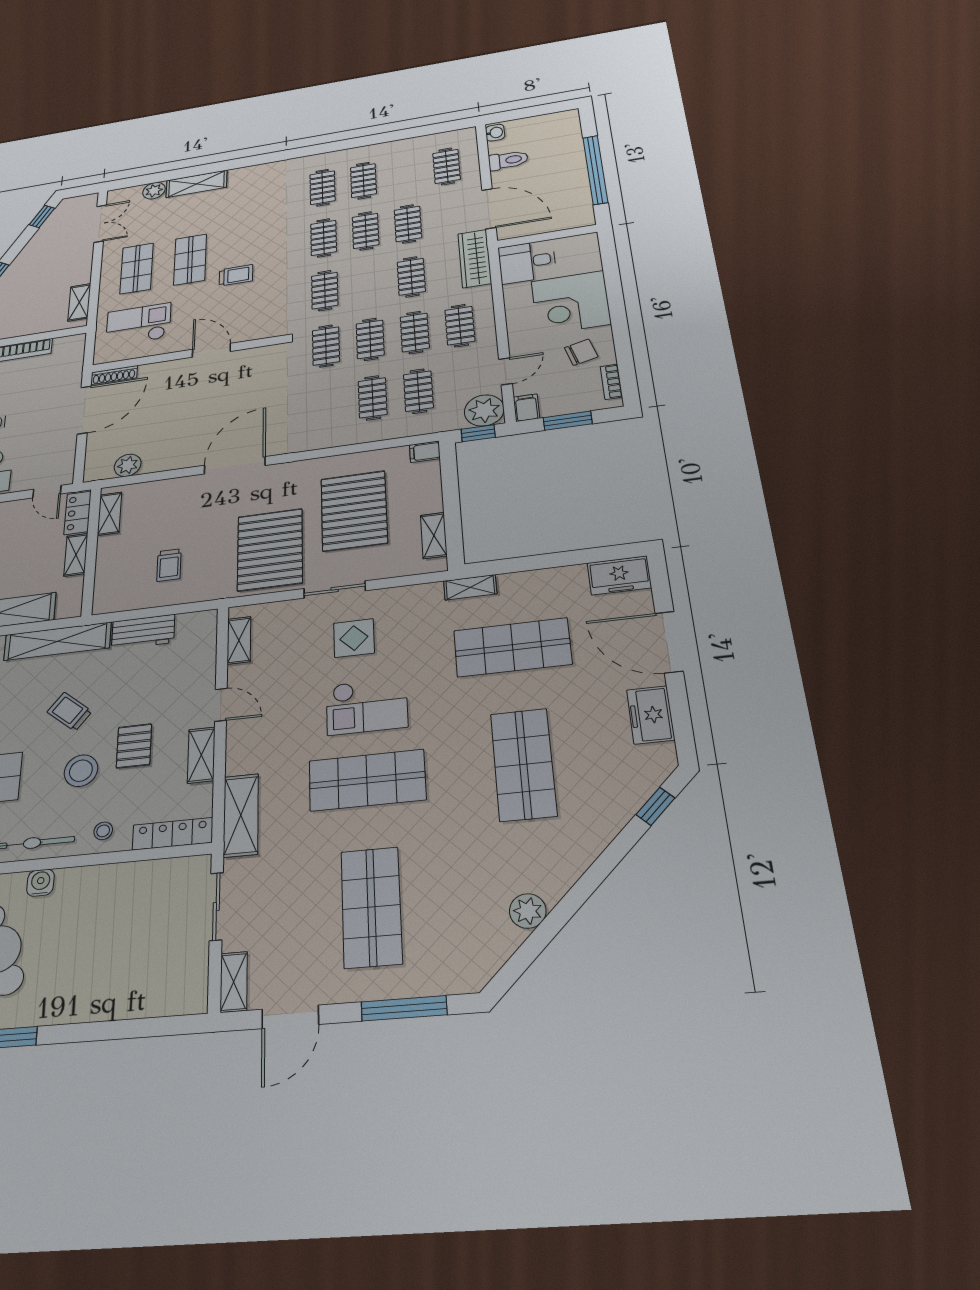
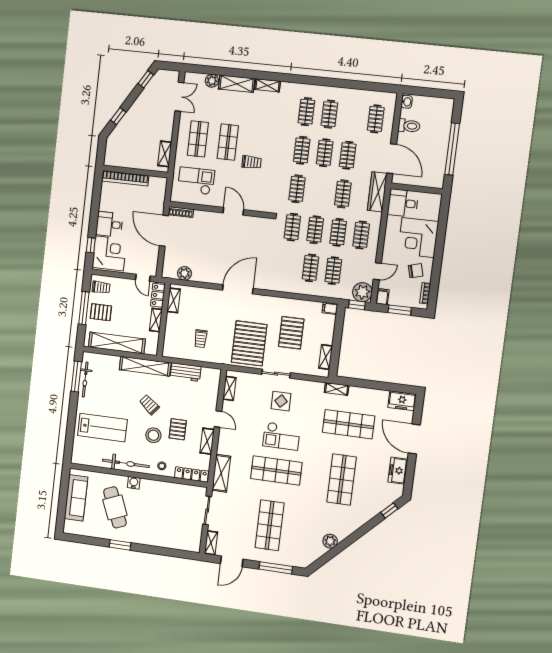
shelving: (249, 173) -> (267, 85), added
door: (84, 410) -> (164, 231), swing flipped
pallet: (354, 511) -> (291, 333), width x0.73, depth x0.71

